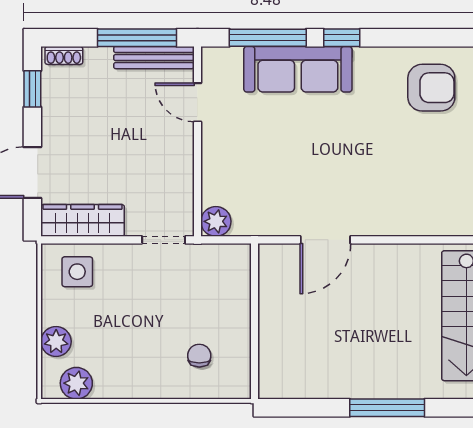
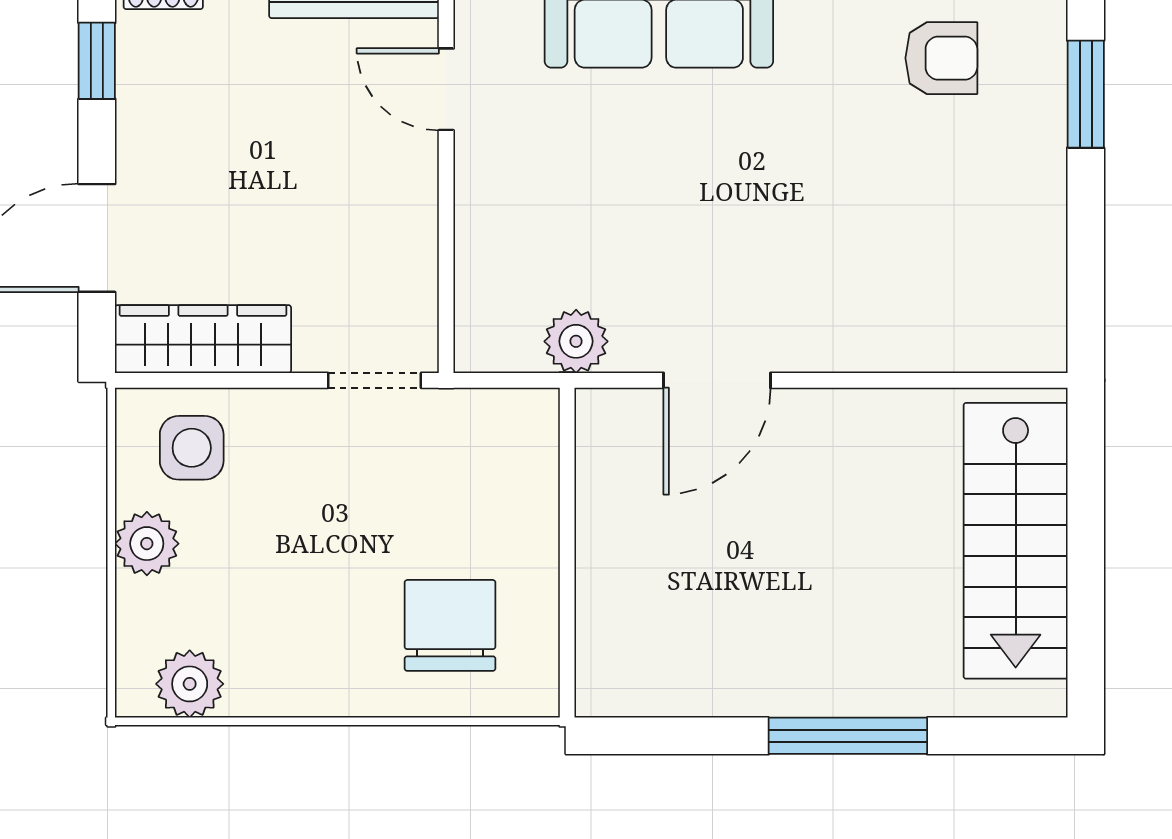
armchair: (431, 88) -> (941, 58), width x0.72, depth x0.72
plant: (216, 221) -> (576, 341), moved
plant: (56, 341) -> (147, 544), moved
chair: (199, 356) -> (450, 625), width x1.87, depth x1.87

